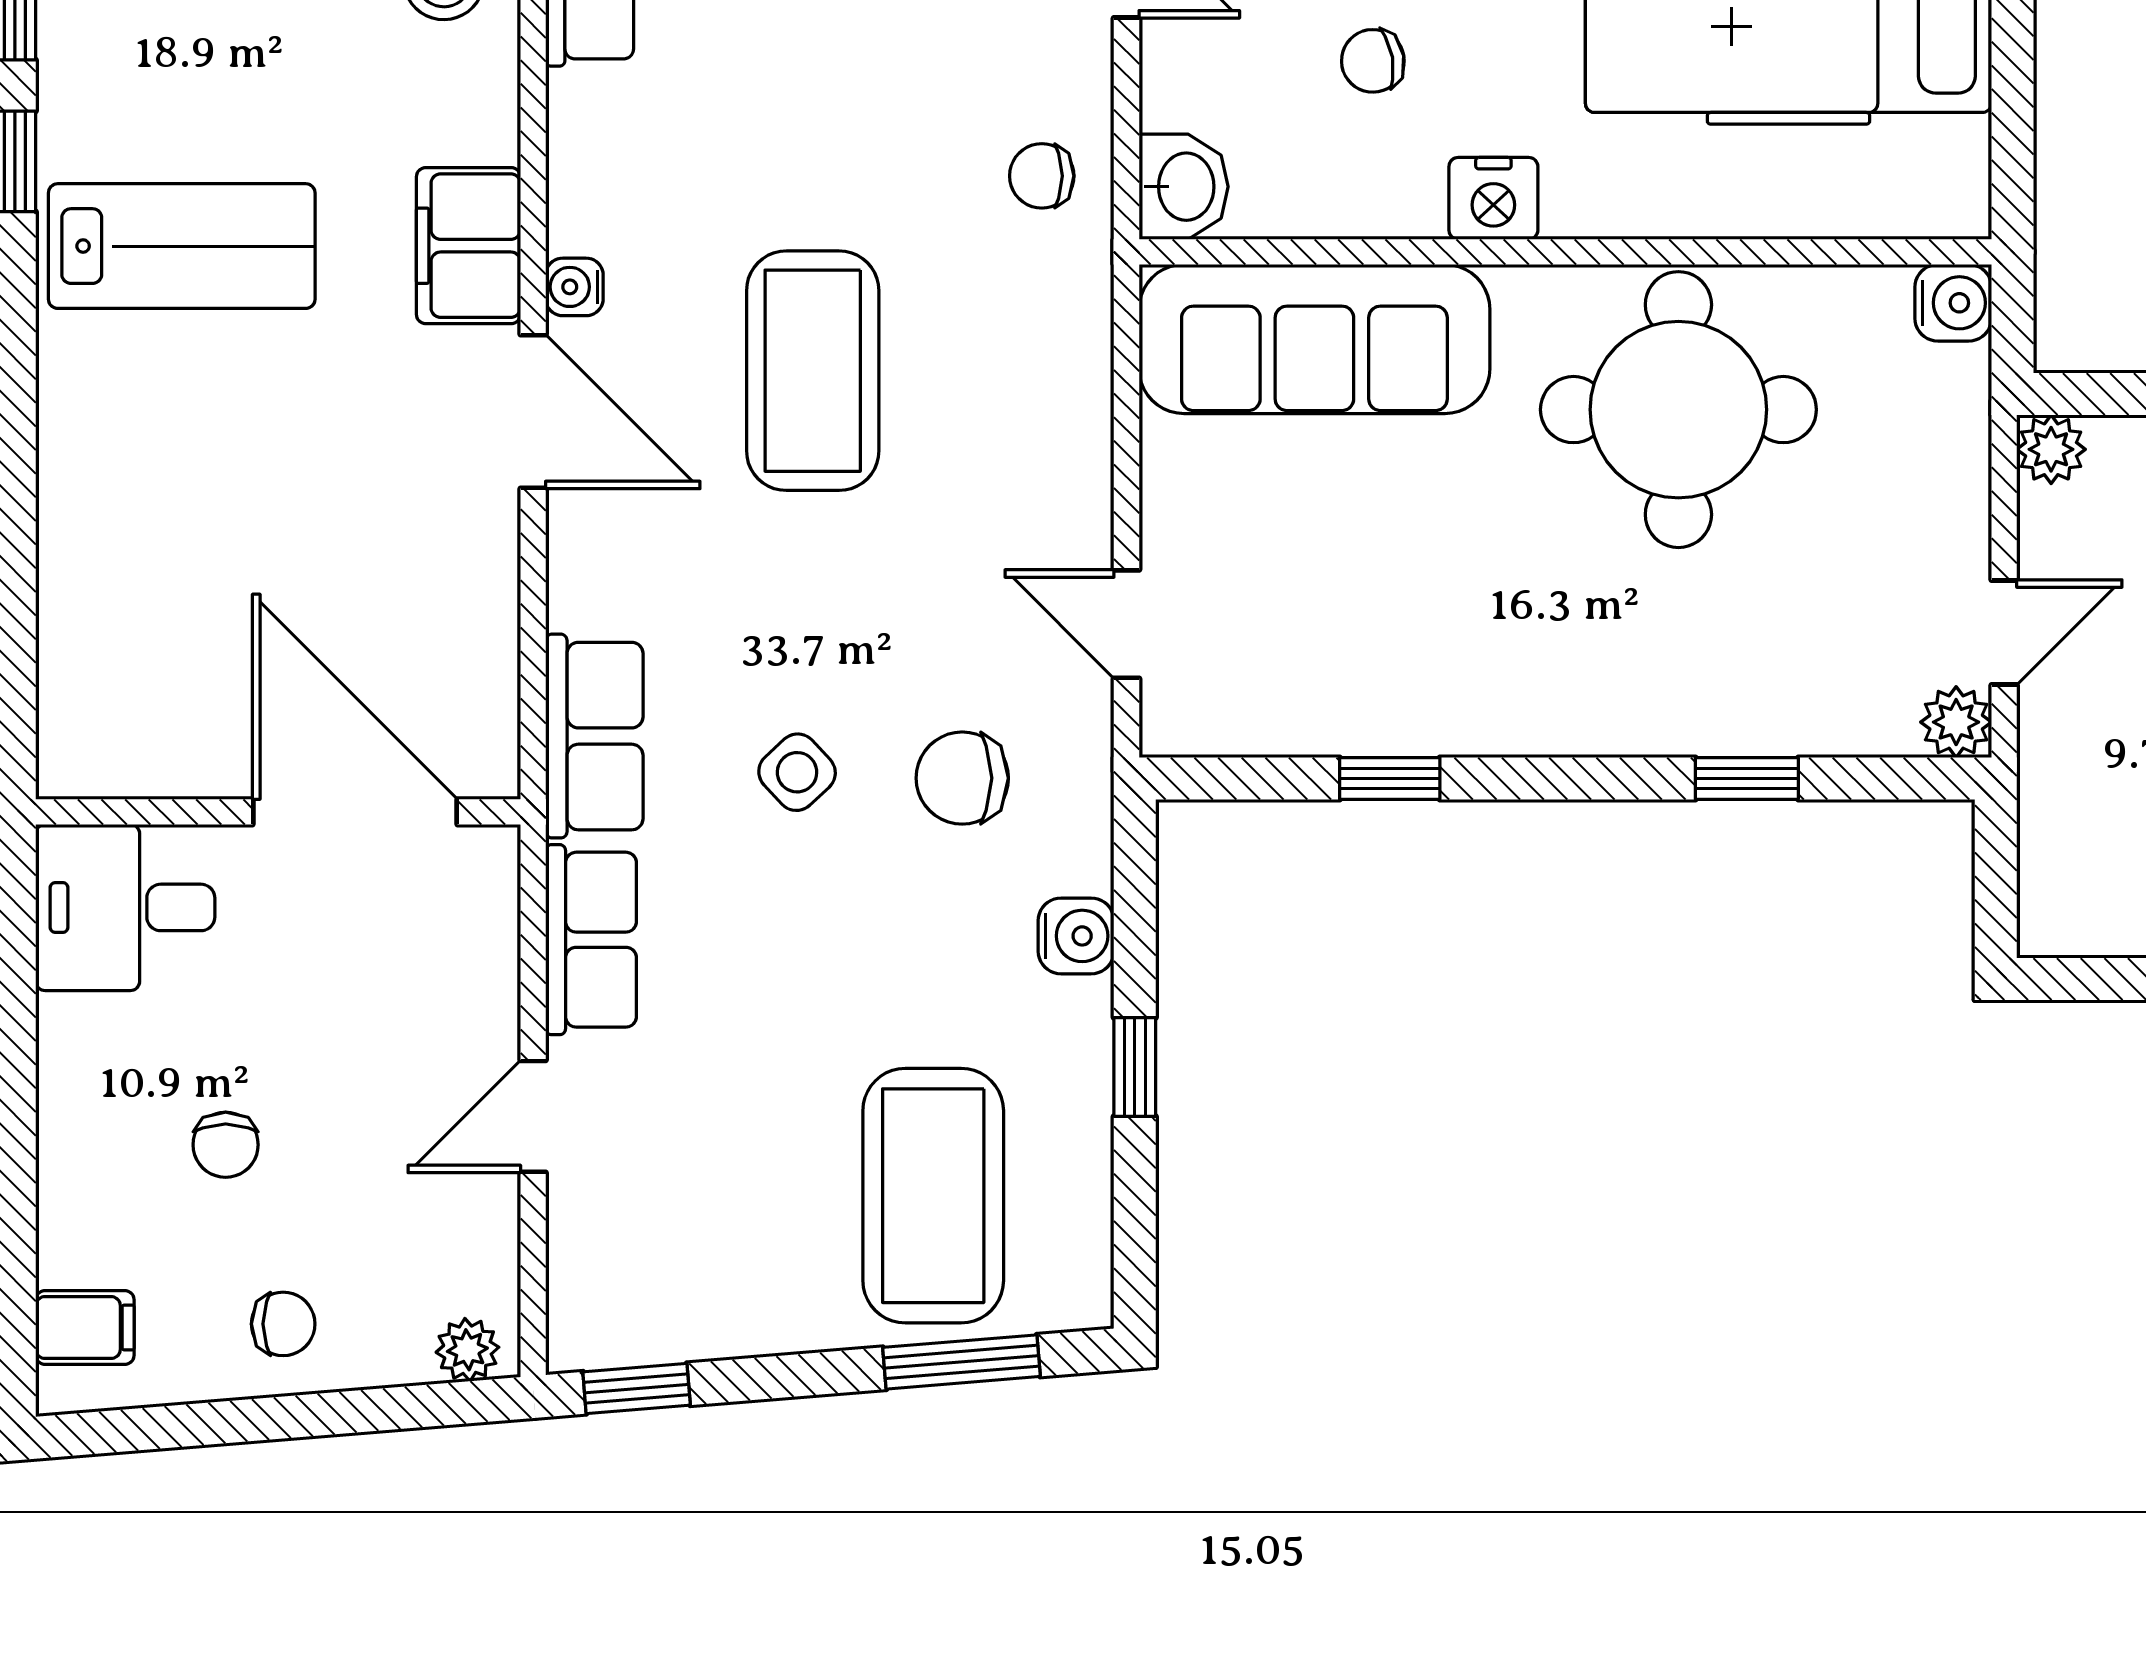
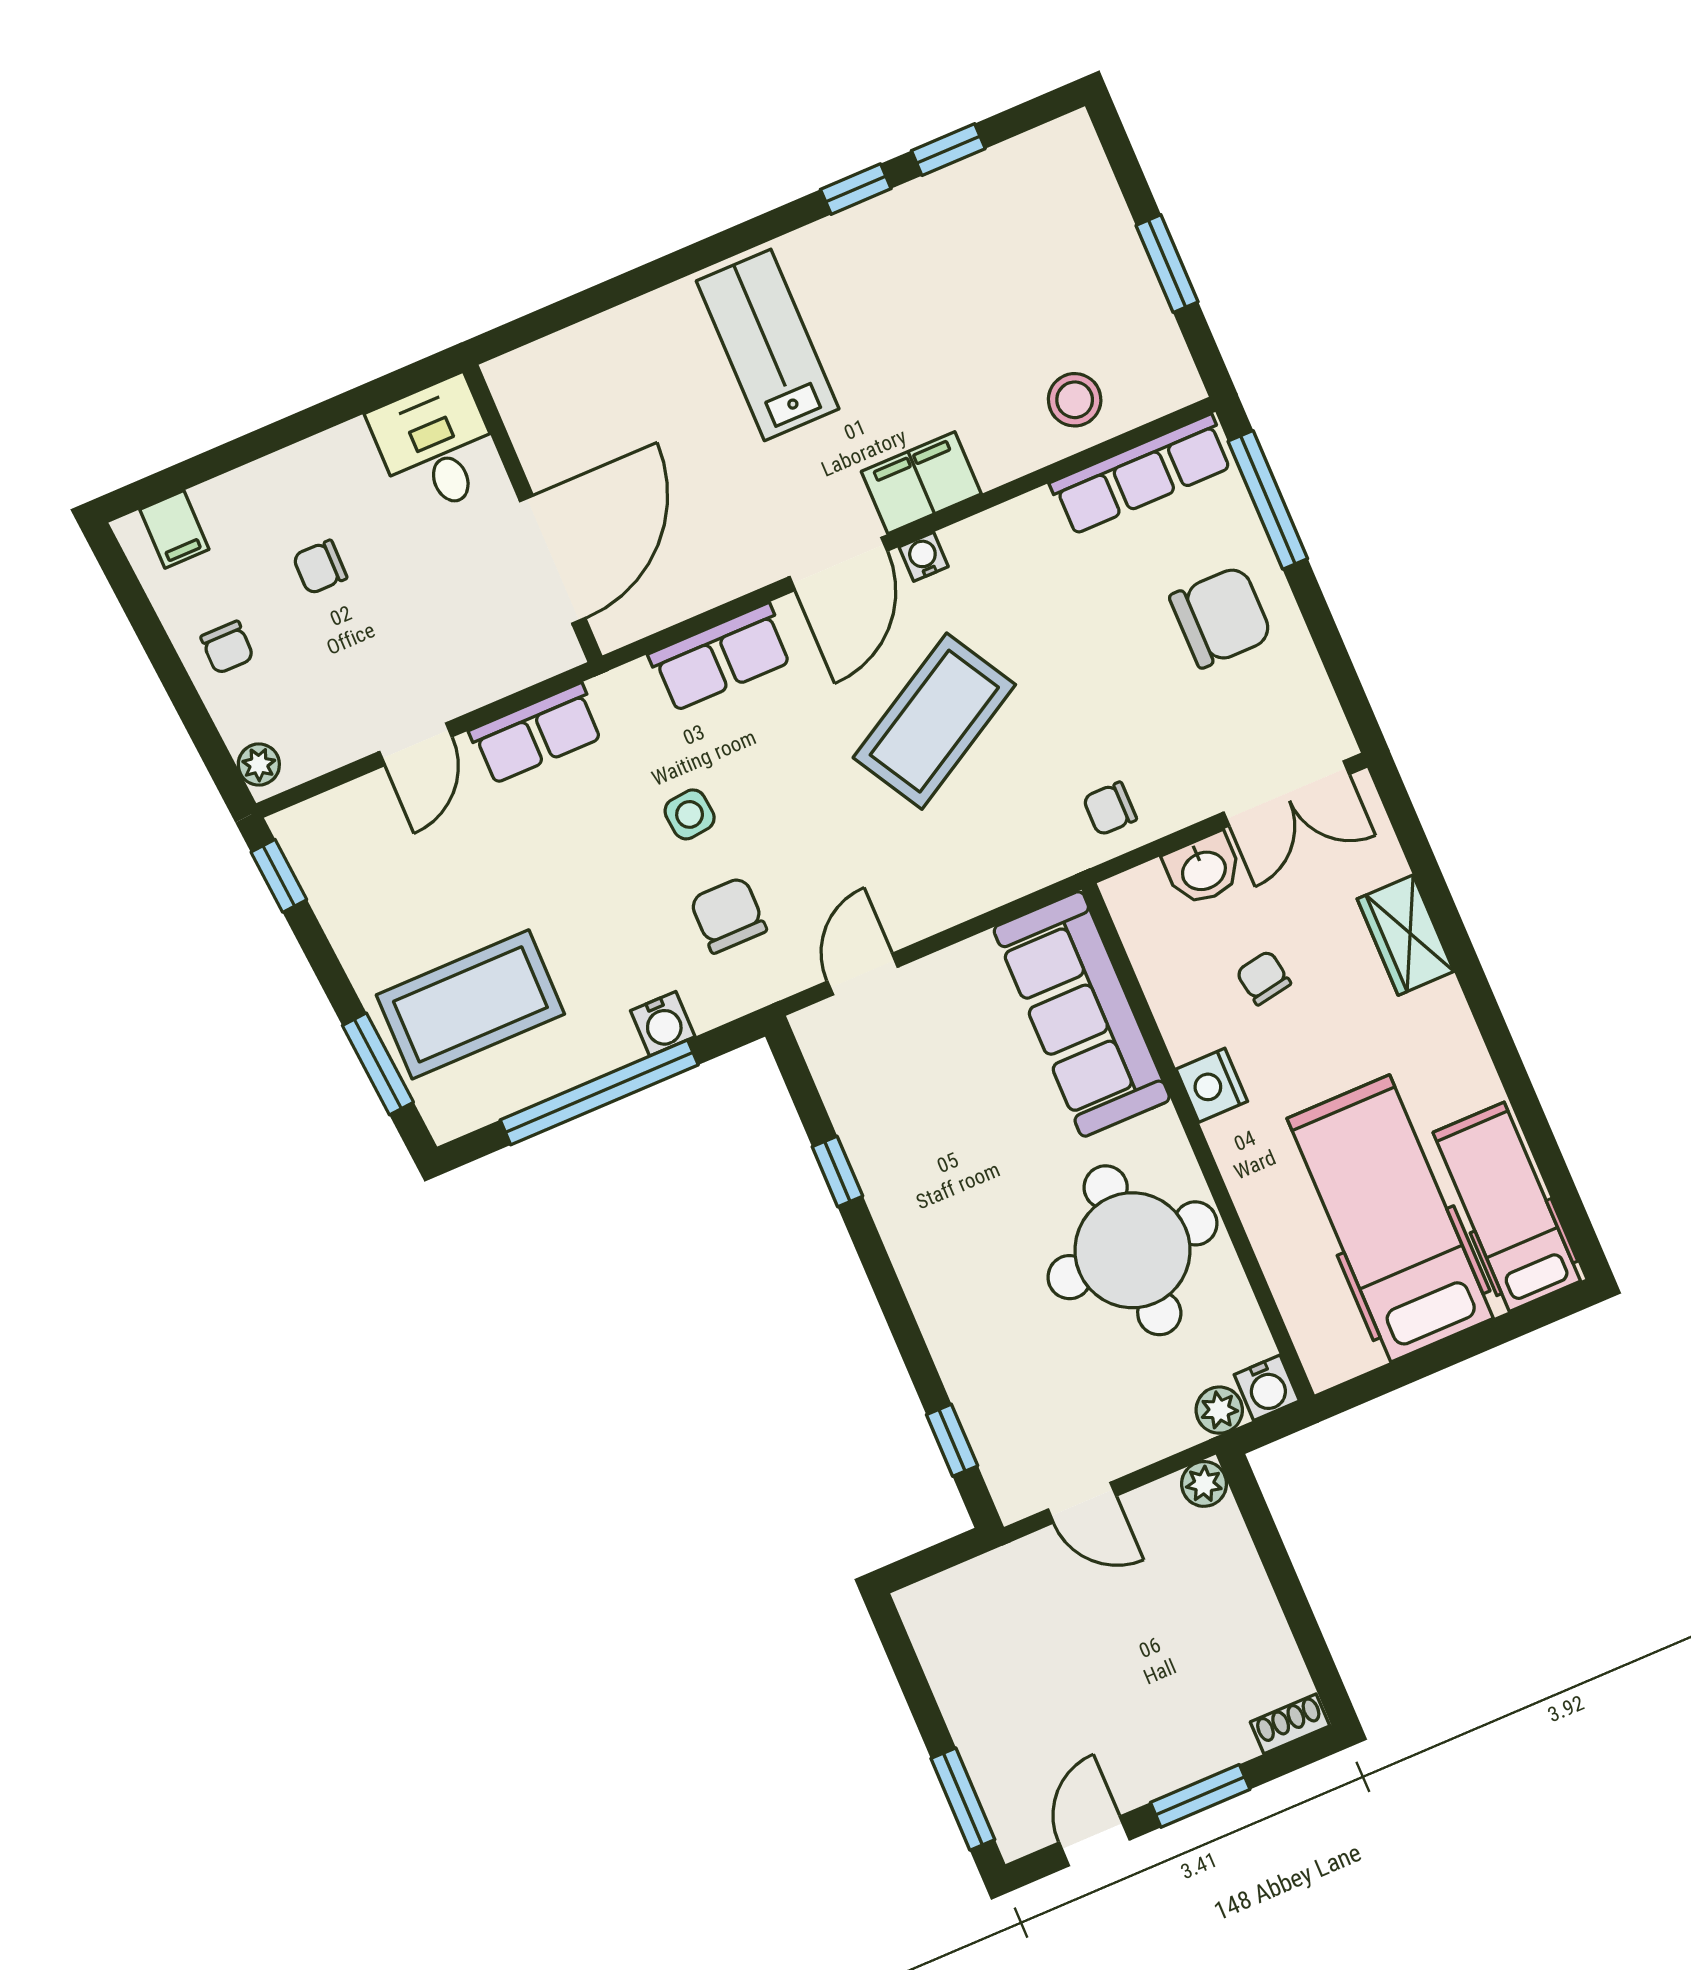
chair: (1042, 176) -> (1110, 809), turned -90
washbasin: (1184, 187) -> (1203, 869), moved
lab bench: (182, 246) -> (768, 345), moved, turned 180
coffee table: (813, 371) -> (934, 721), turned -30
plant: (1956, 722) -> (1219, 1410), moved
row of seats: (594, 736) -> (721, 657), moved
side table: (797, 772) -> (690, 814), turned 37
window: (1747, 778) -> (952, 1440), moved
window: (1135, 1067) -> (599, 1092), width x3.17
door: (533, 1116) -> (416, 744), swing flipped

